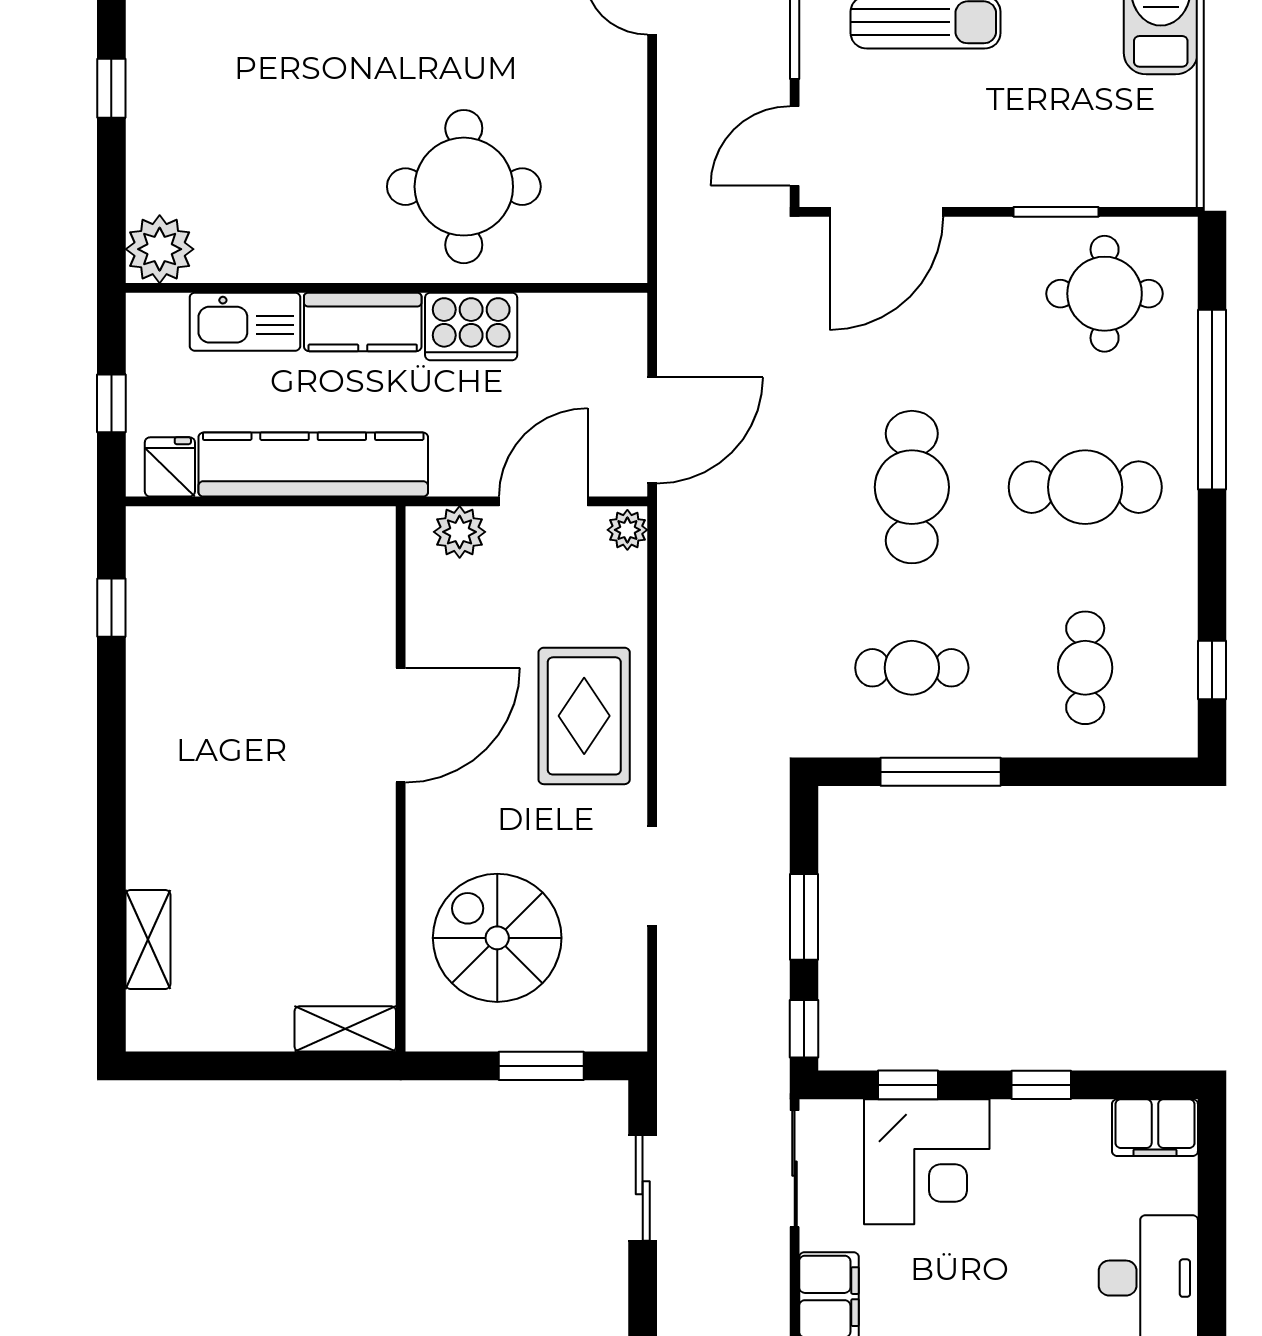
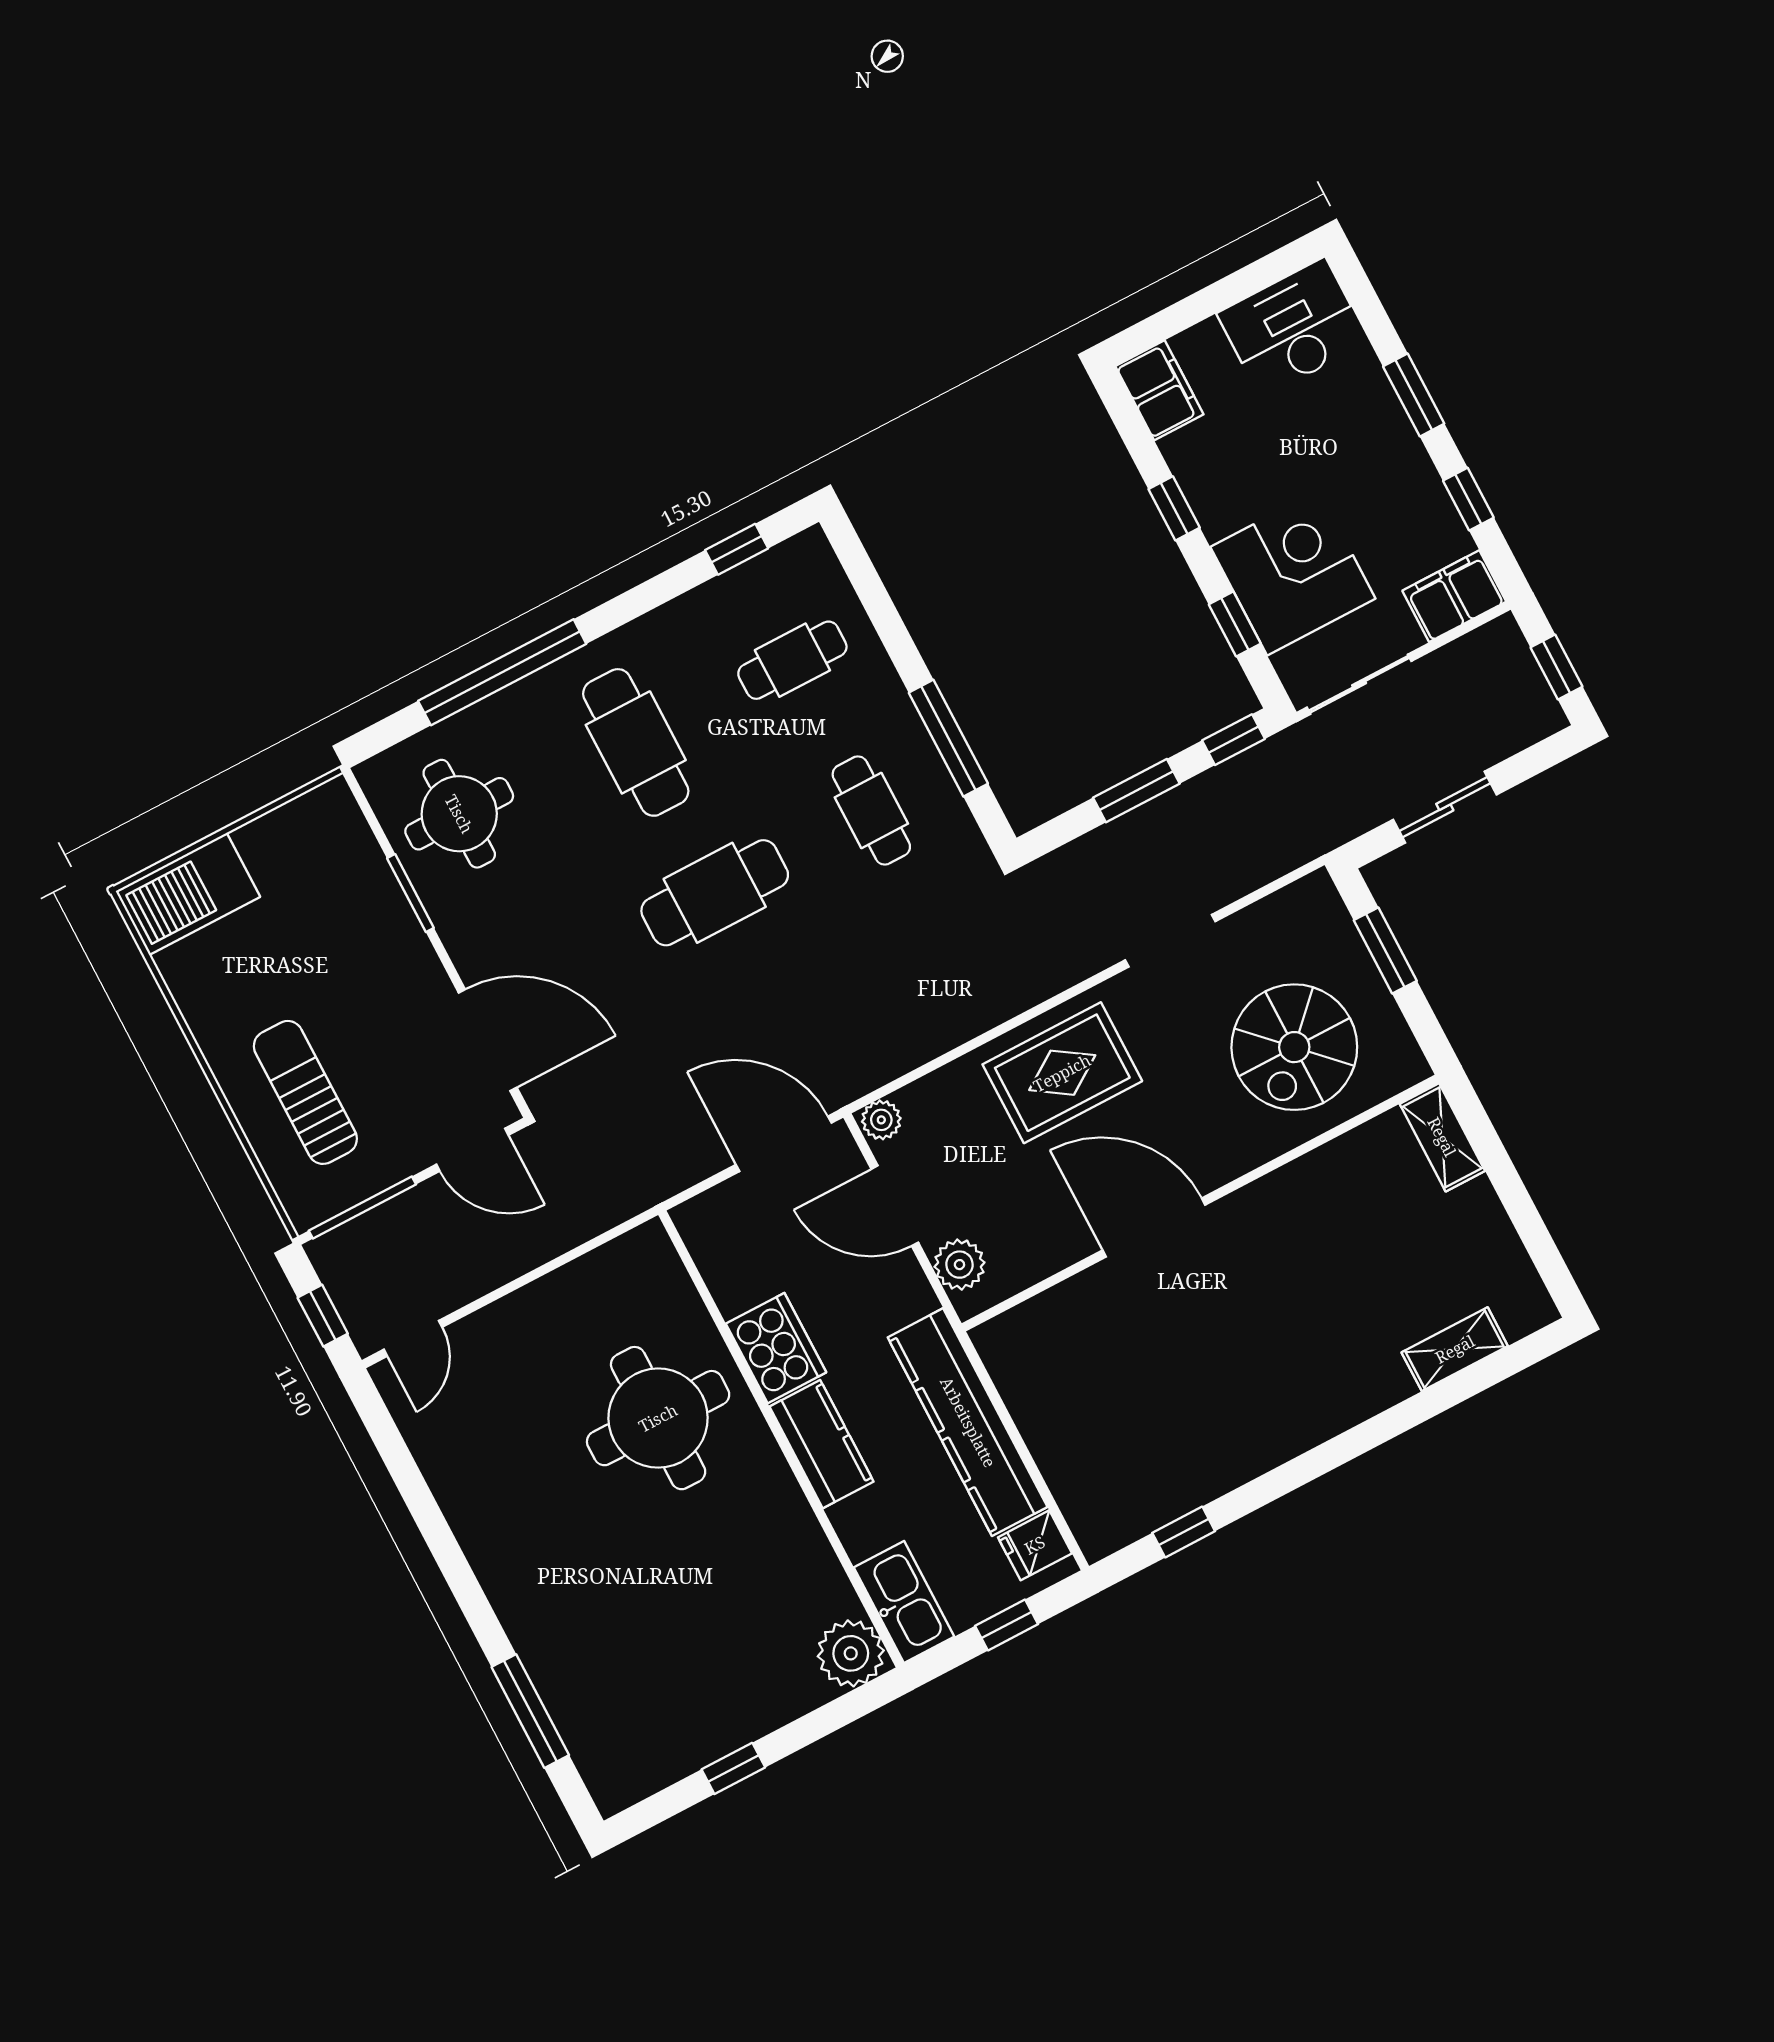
kitchen sink: (245, 322) -> (904, 1602), moved

